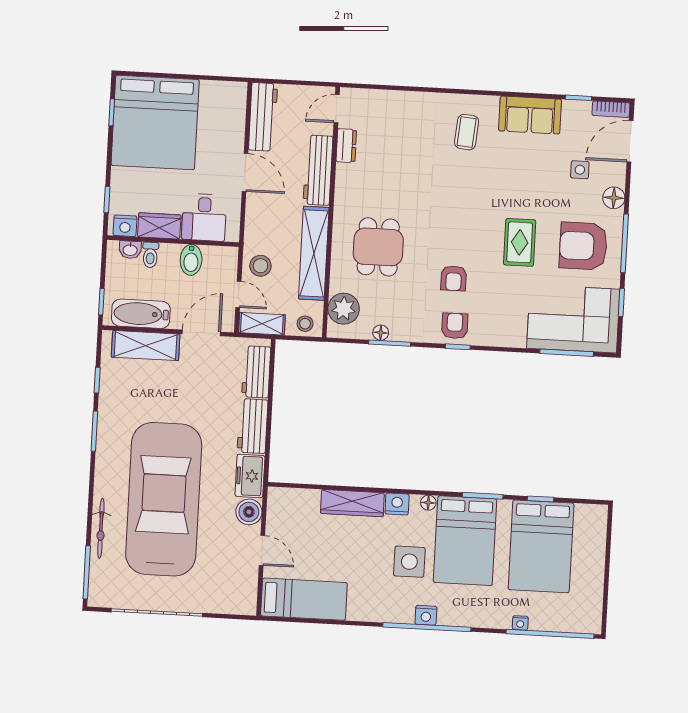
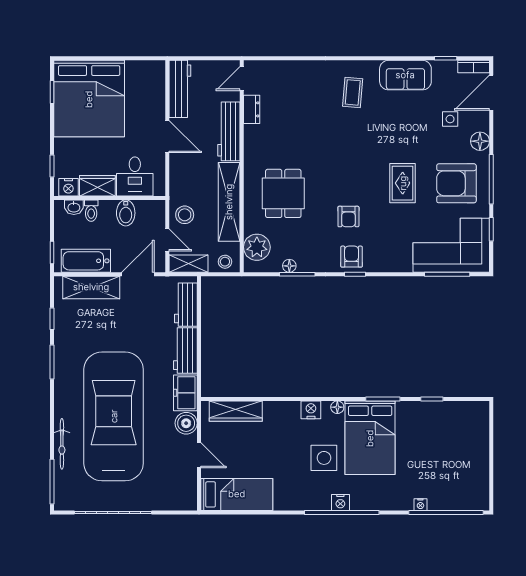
wardrobe: (352, 503) -> (236, 411), moved
bed: (541, 546) -> (434, 439), removed

